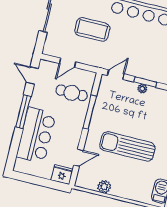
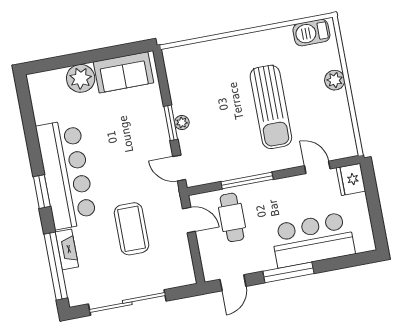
door: (68, 63) -> (189, 220), moved
plant: (104, 187) -> (335, 80), moved

